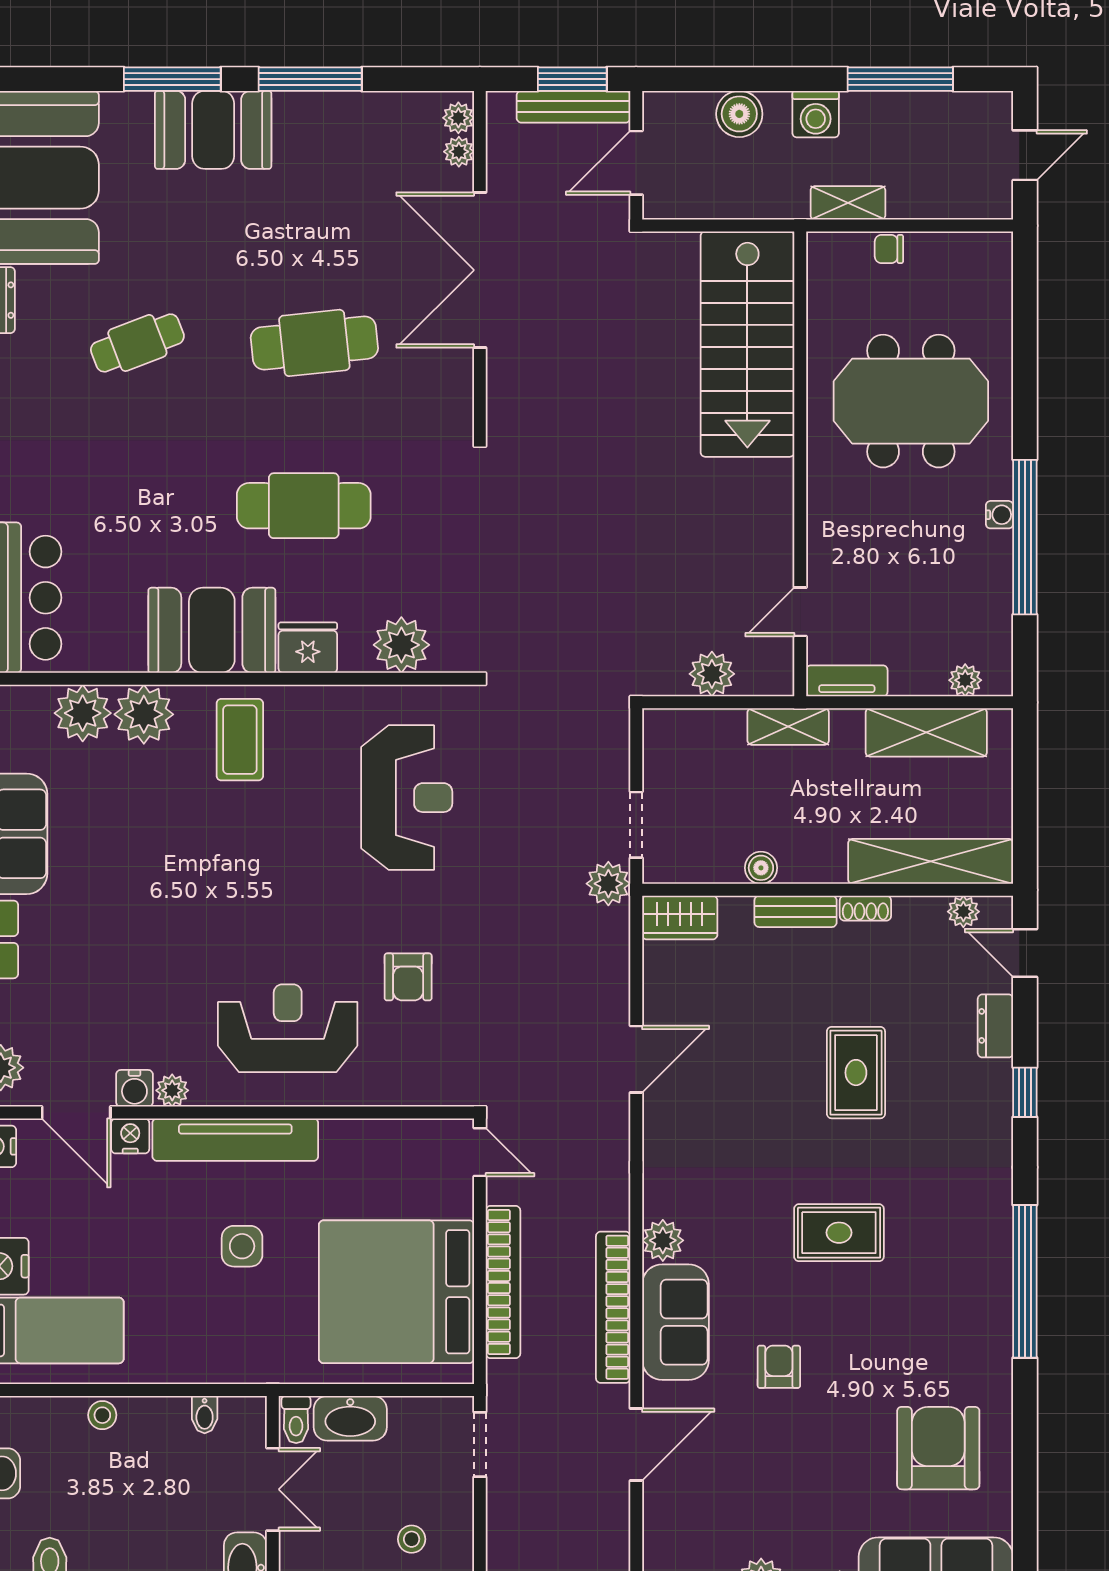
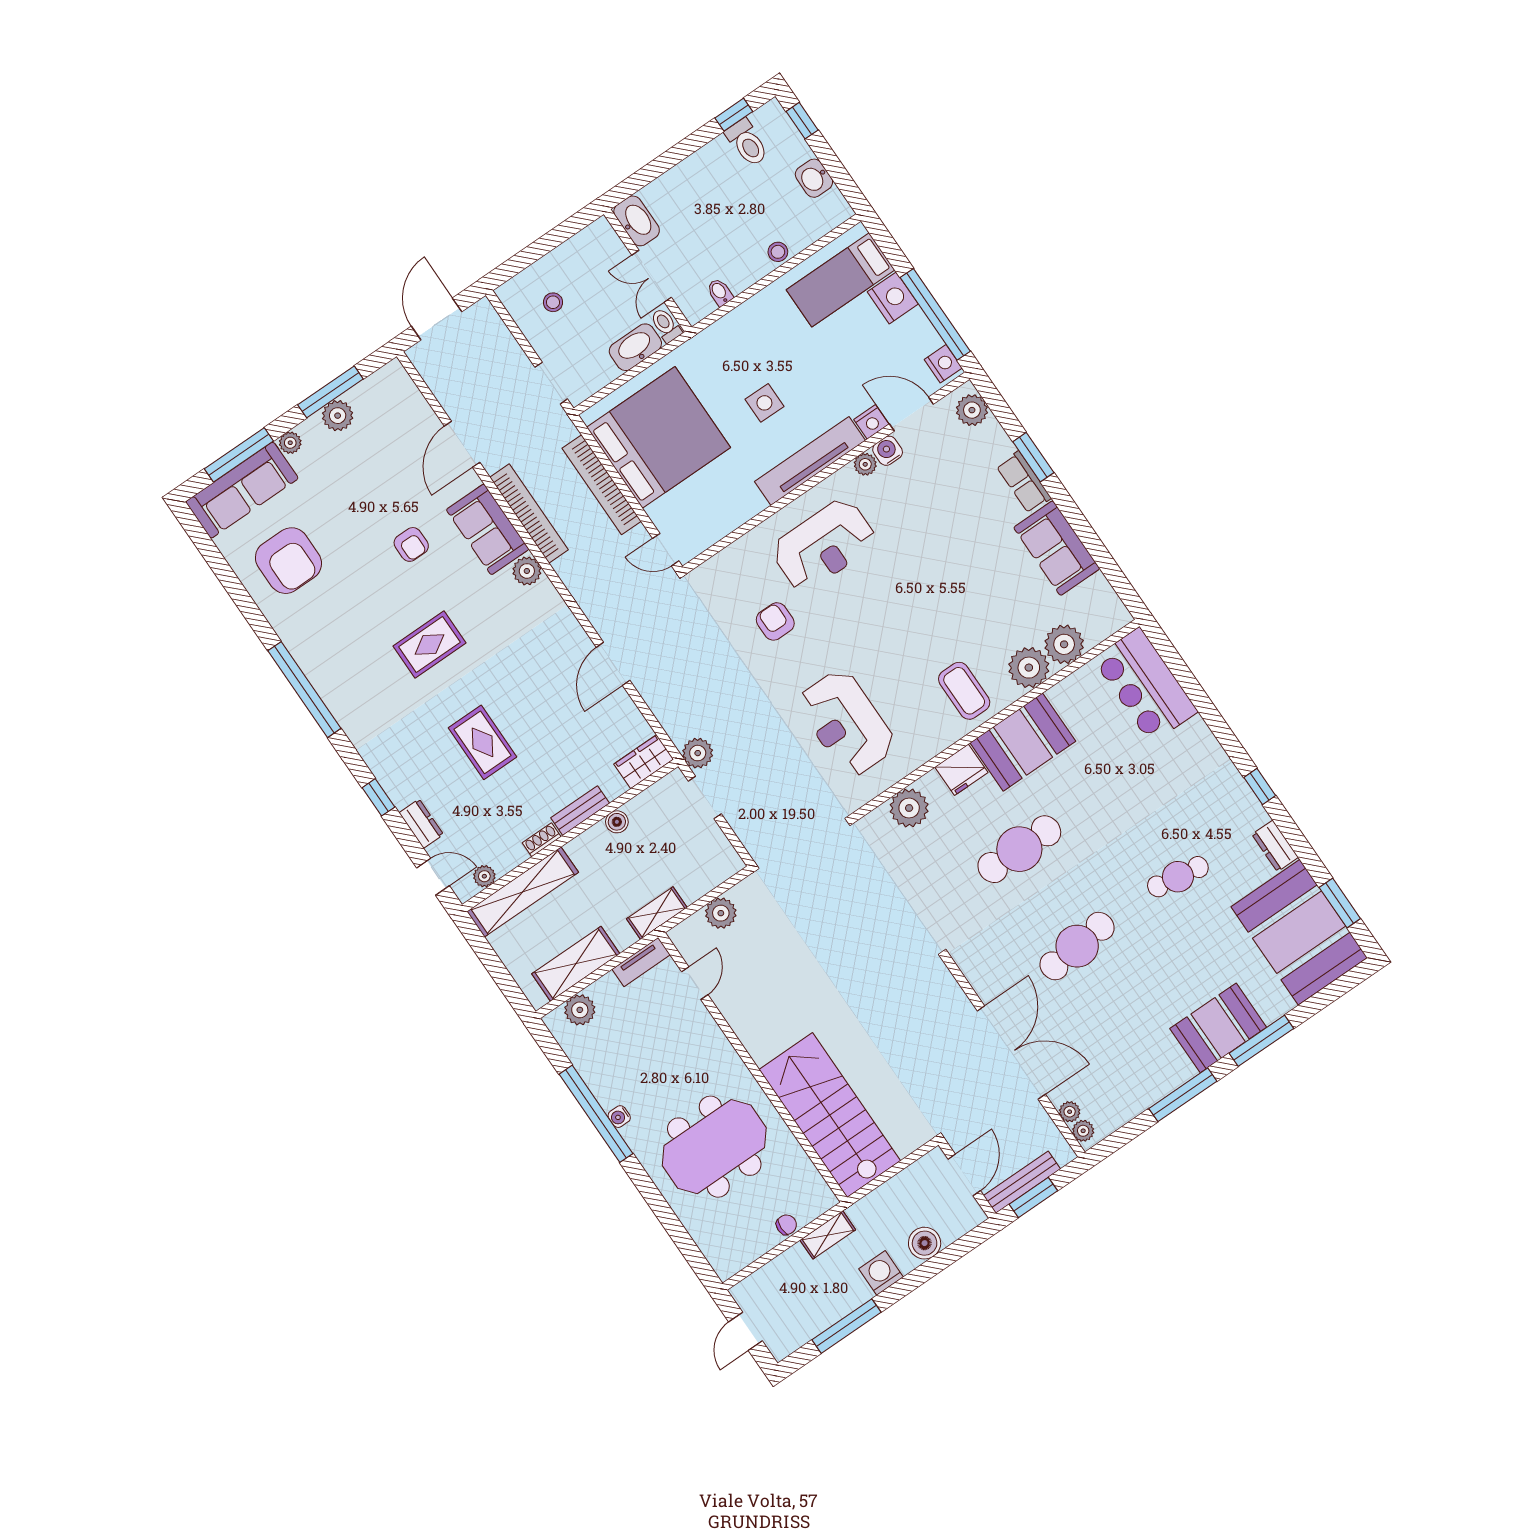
cafe table: (137, 343) -> (1178, 877), turned 30
plant: (965, 680) -> (580, 1010), width x1.38, depth x1.38

